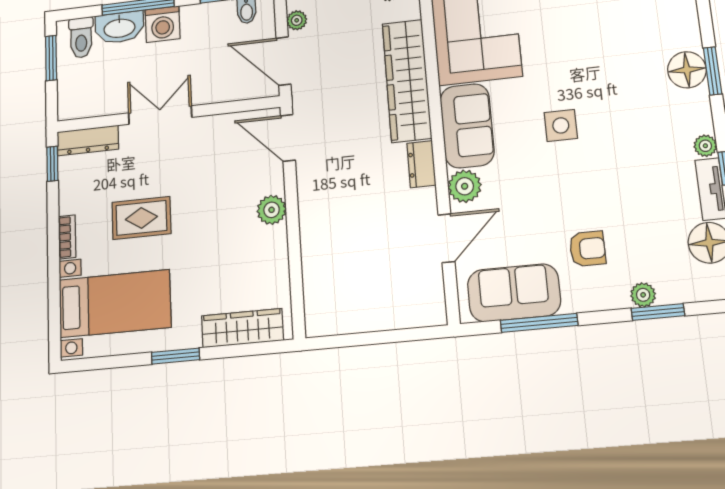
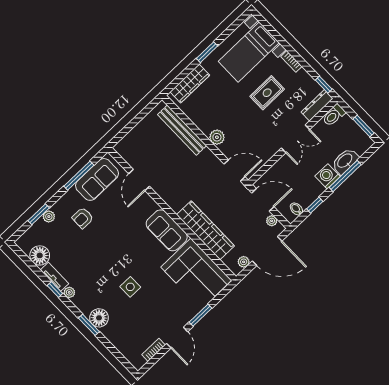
toilet: (81, 38) -> (334, 115), moved, turned -90
side table: (561, 125) -> (130, 287), moved
dresser: (421, 164) -> (172, 201), removed
plant: (465, 186) -> (148, 206), removed
bench: (315, 264) -> (182, 130), added

